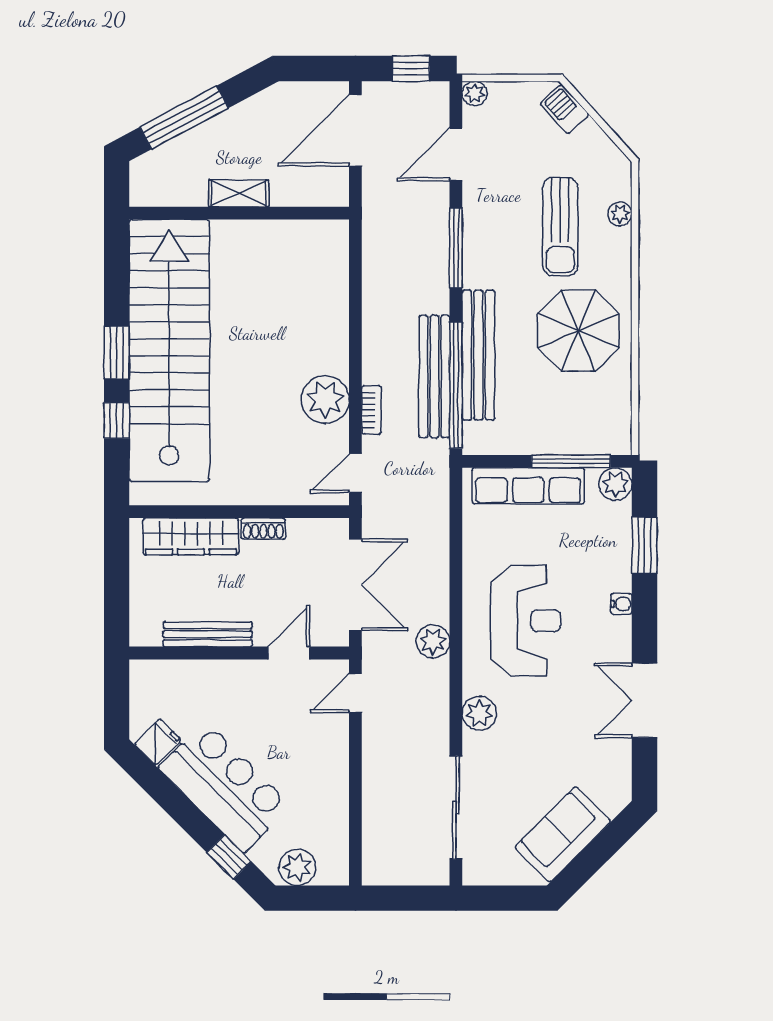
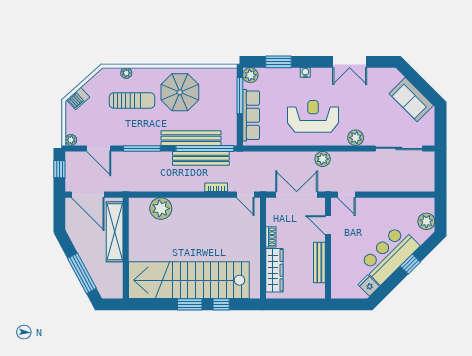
shelving: (239, 193) -> (115, 232), width x2.20, depth x1.33
plant: (325, 399) -> (161, 208), moved
window: (229, 857) -> (410, 264), moved

